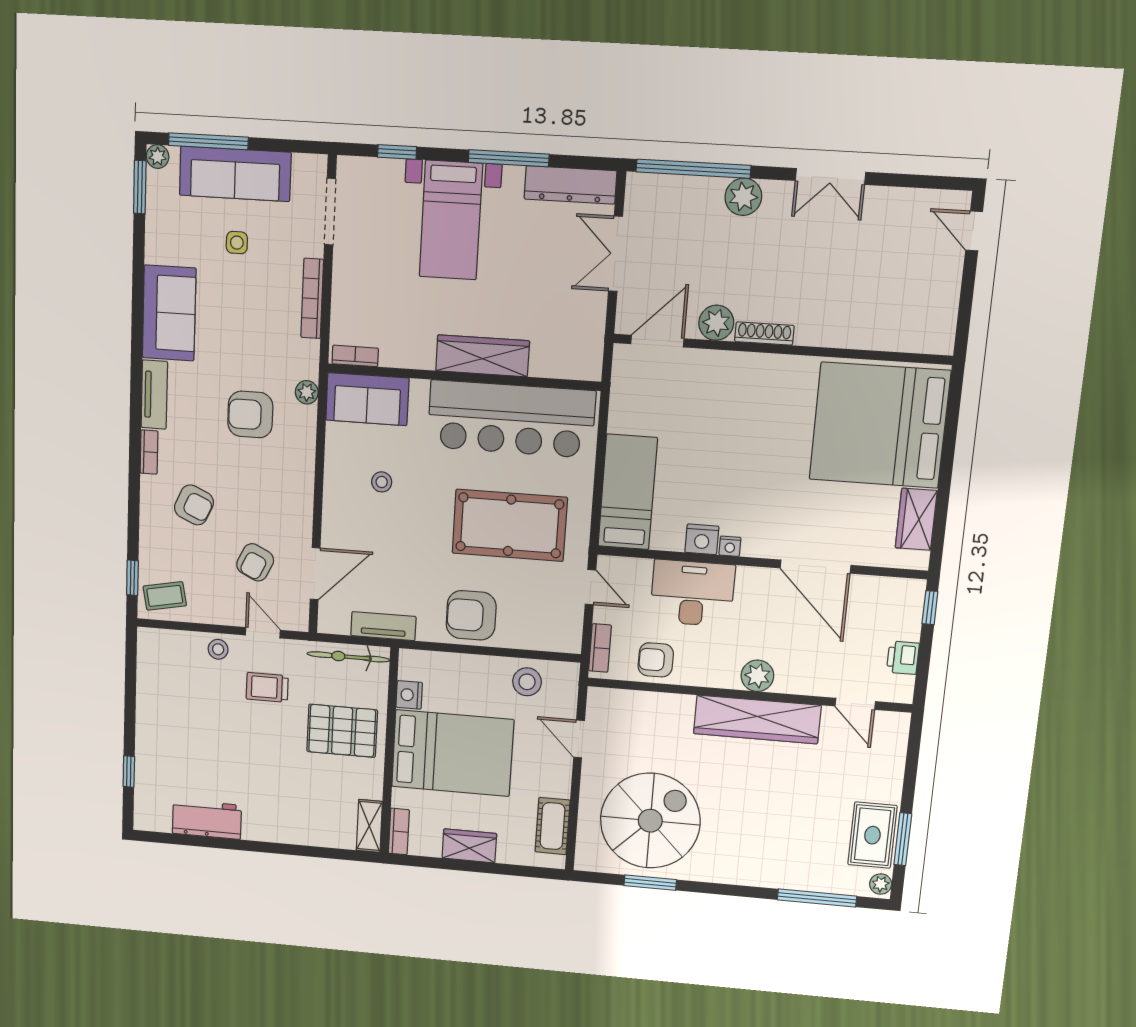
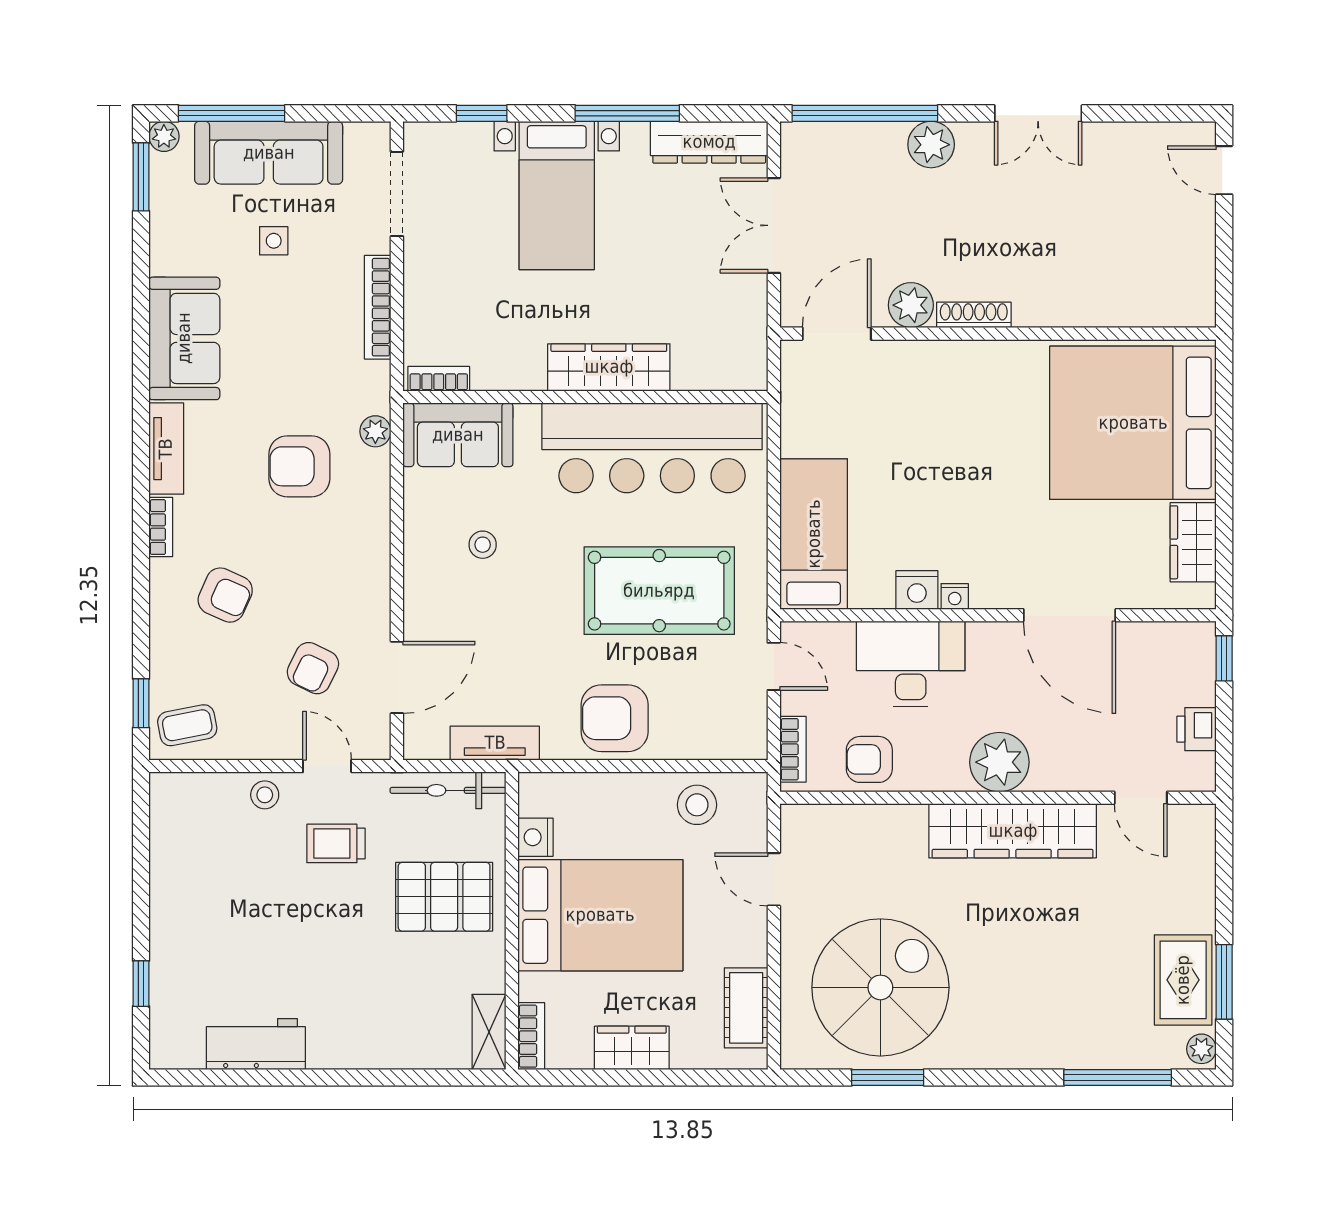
plant: (757, 676) -> (999, 762), width x1.36, depth x1.36

